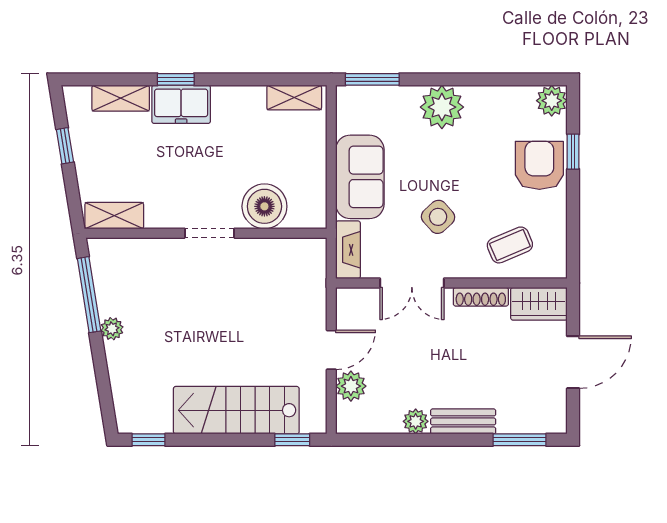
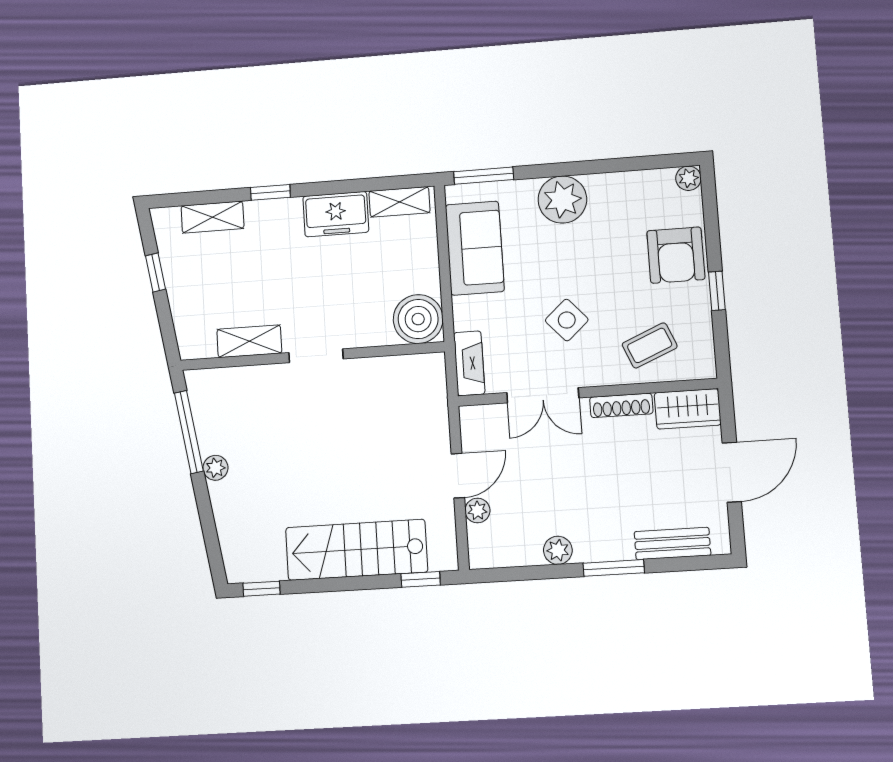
plant: (552, 101) -> (688, 178), width x0.73, depth x0.73
freezer: (181, 104) -> (336, 214), moved
window: (573, 152) -> (717, 291), moved
armchair: (539, 165) -> (676, 255), turned 180
sofa: (360, 177) -> (475, 248), moved
boiler: (264, 206) -> (418, 319), moved
shelving: (114, 216) -> (249, 341), moved
plant: (351, 386) -> (477, 511), width x0.73, depth x0.73
bench: (463, 421) -> (672, 543), moved
window: (520, 440) -> (614, 568), moved

